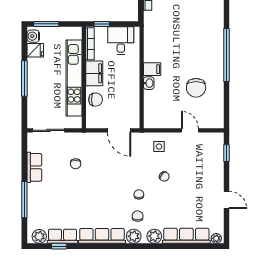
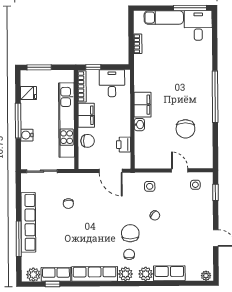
water cooler: (33, 36) -> (27, 135), moved
filing cabinet: (152, 69) -> (143, 105), width x2.00
printer: (132, 104) -> (124, 145), added
side table: (206, 145) -> (195, 185), added
row of seats: (34, 167) -> (28, 222), width x2.02
chair: (139, 194) -> (130, 233), width x1.87, depth x1.87
row of seats: (186, 236) -> (169, 273), width x0.68

